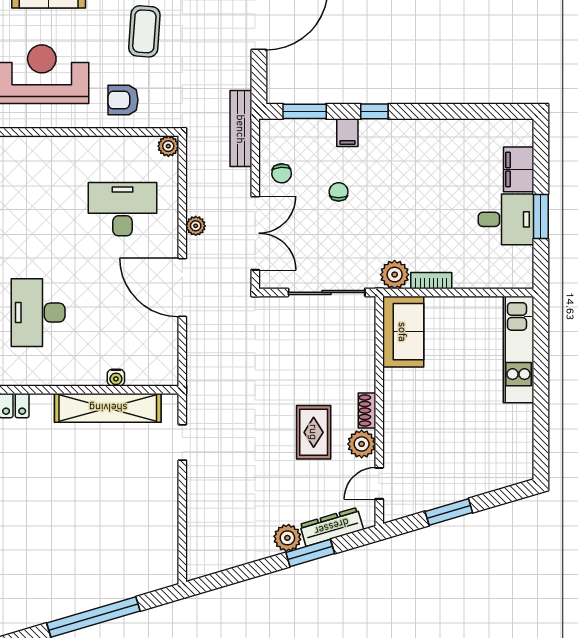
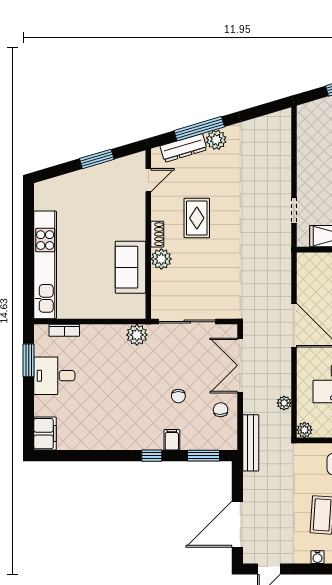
filing cabinet: (519, 169) -> (45, 434), moved
window: (541, 216) -> (29, 360), moved
plant: (196, 226) -> (284, 403), moved
bookcase: (431, 281) -> (64, 330), moved
sofa: (403, 332) -> (130, 267), moved
kitchen unit: (518, 350) -> (45, 265), width x1.36
plant: (362, 444) -> (161, 259), moved
window: (310, 553) -> (199, 129), width x1.44

